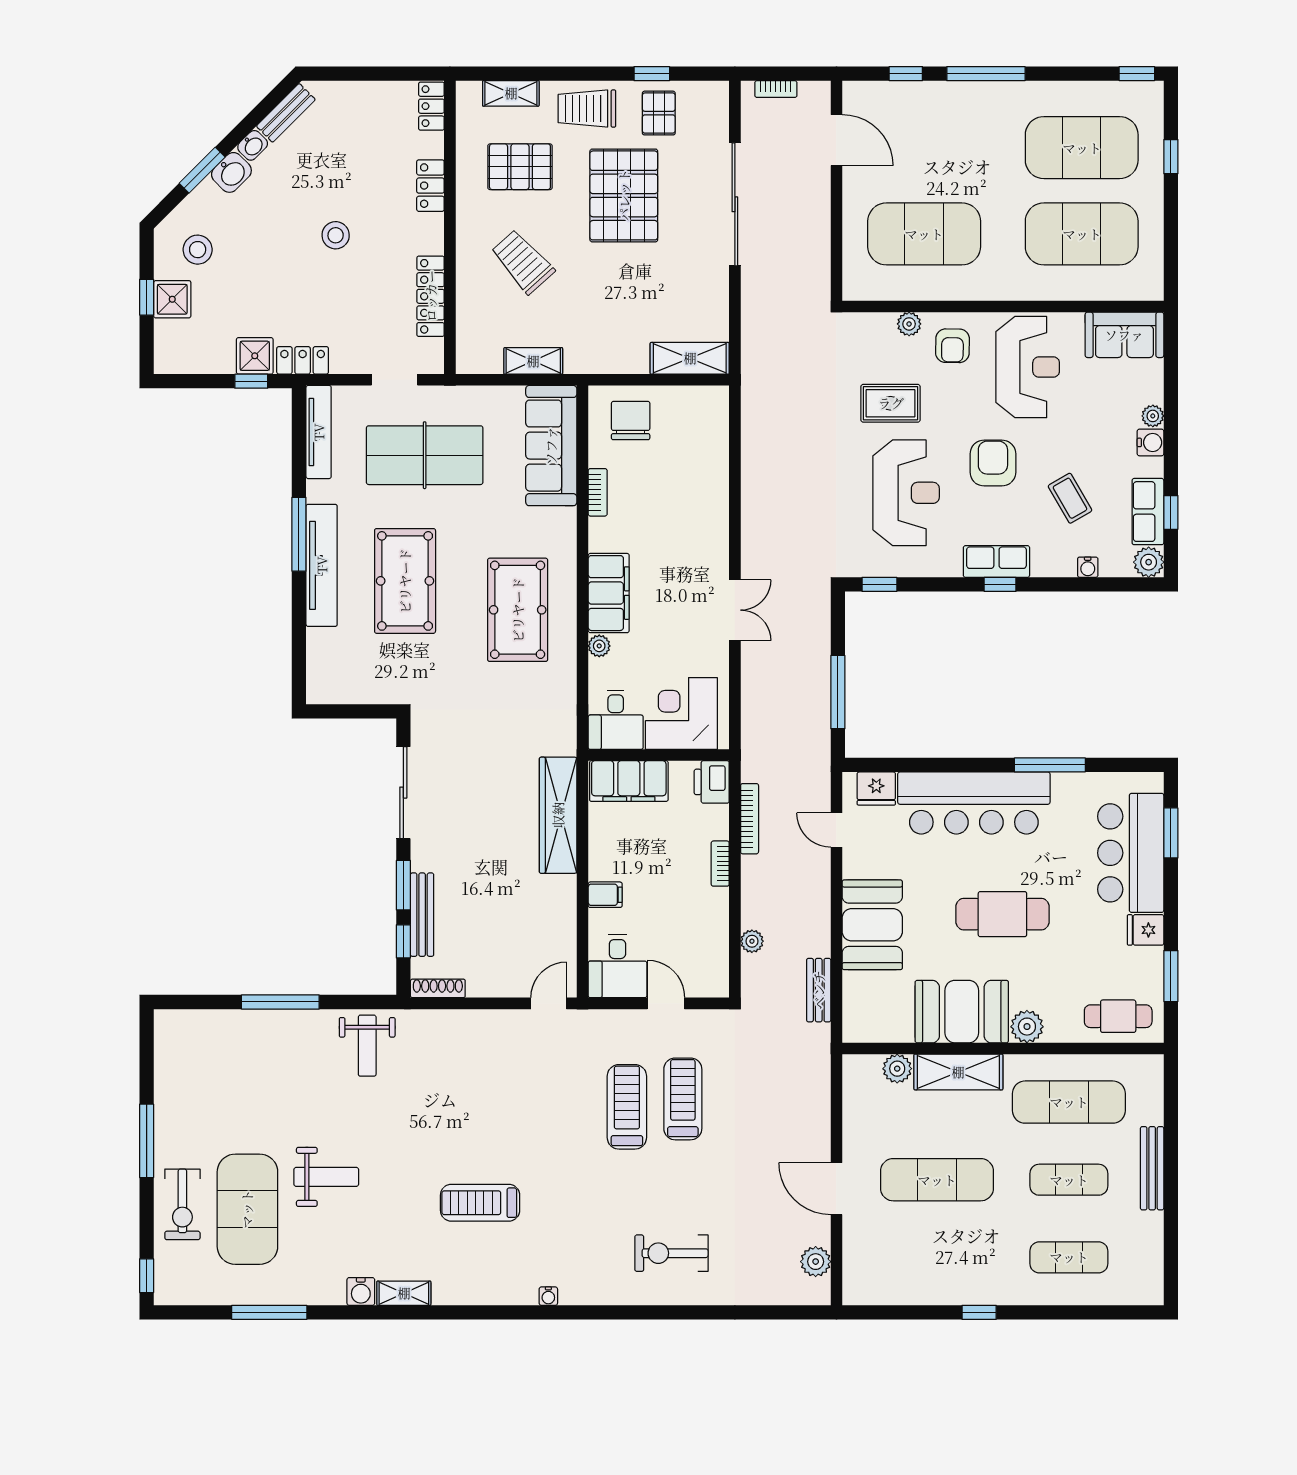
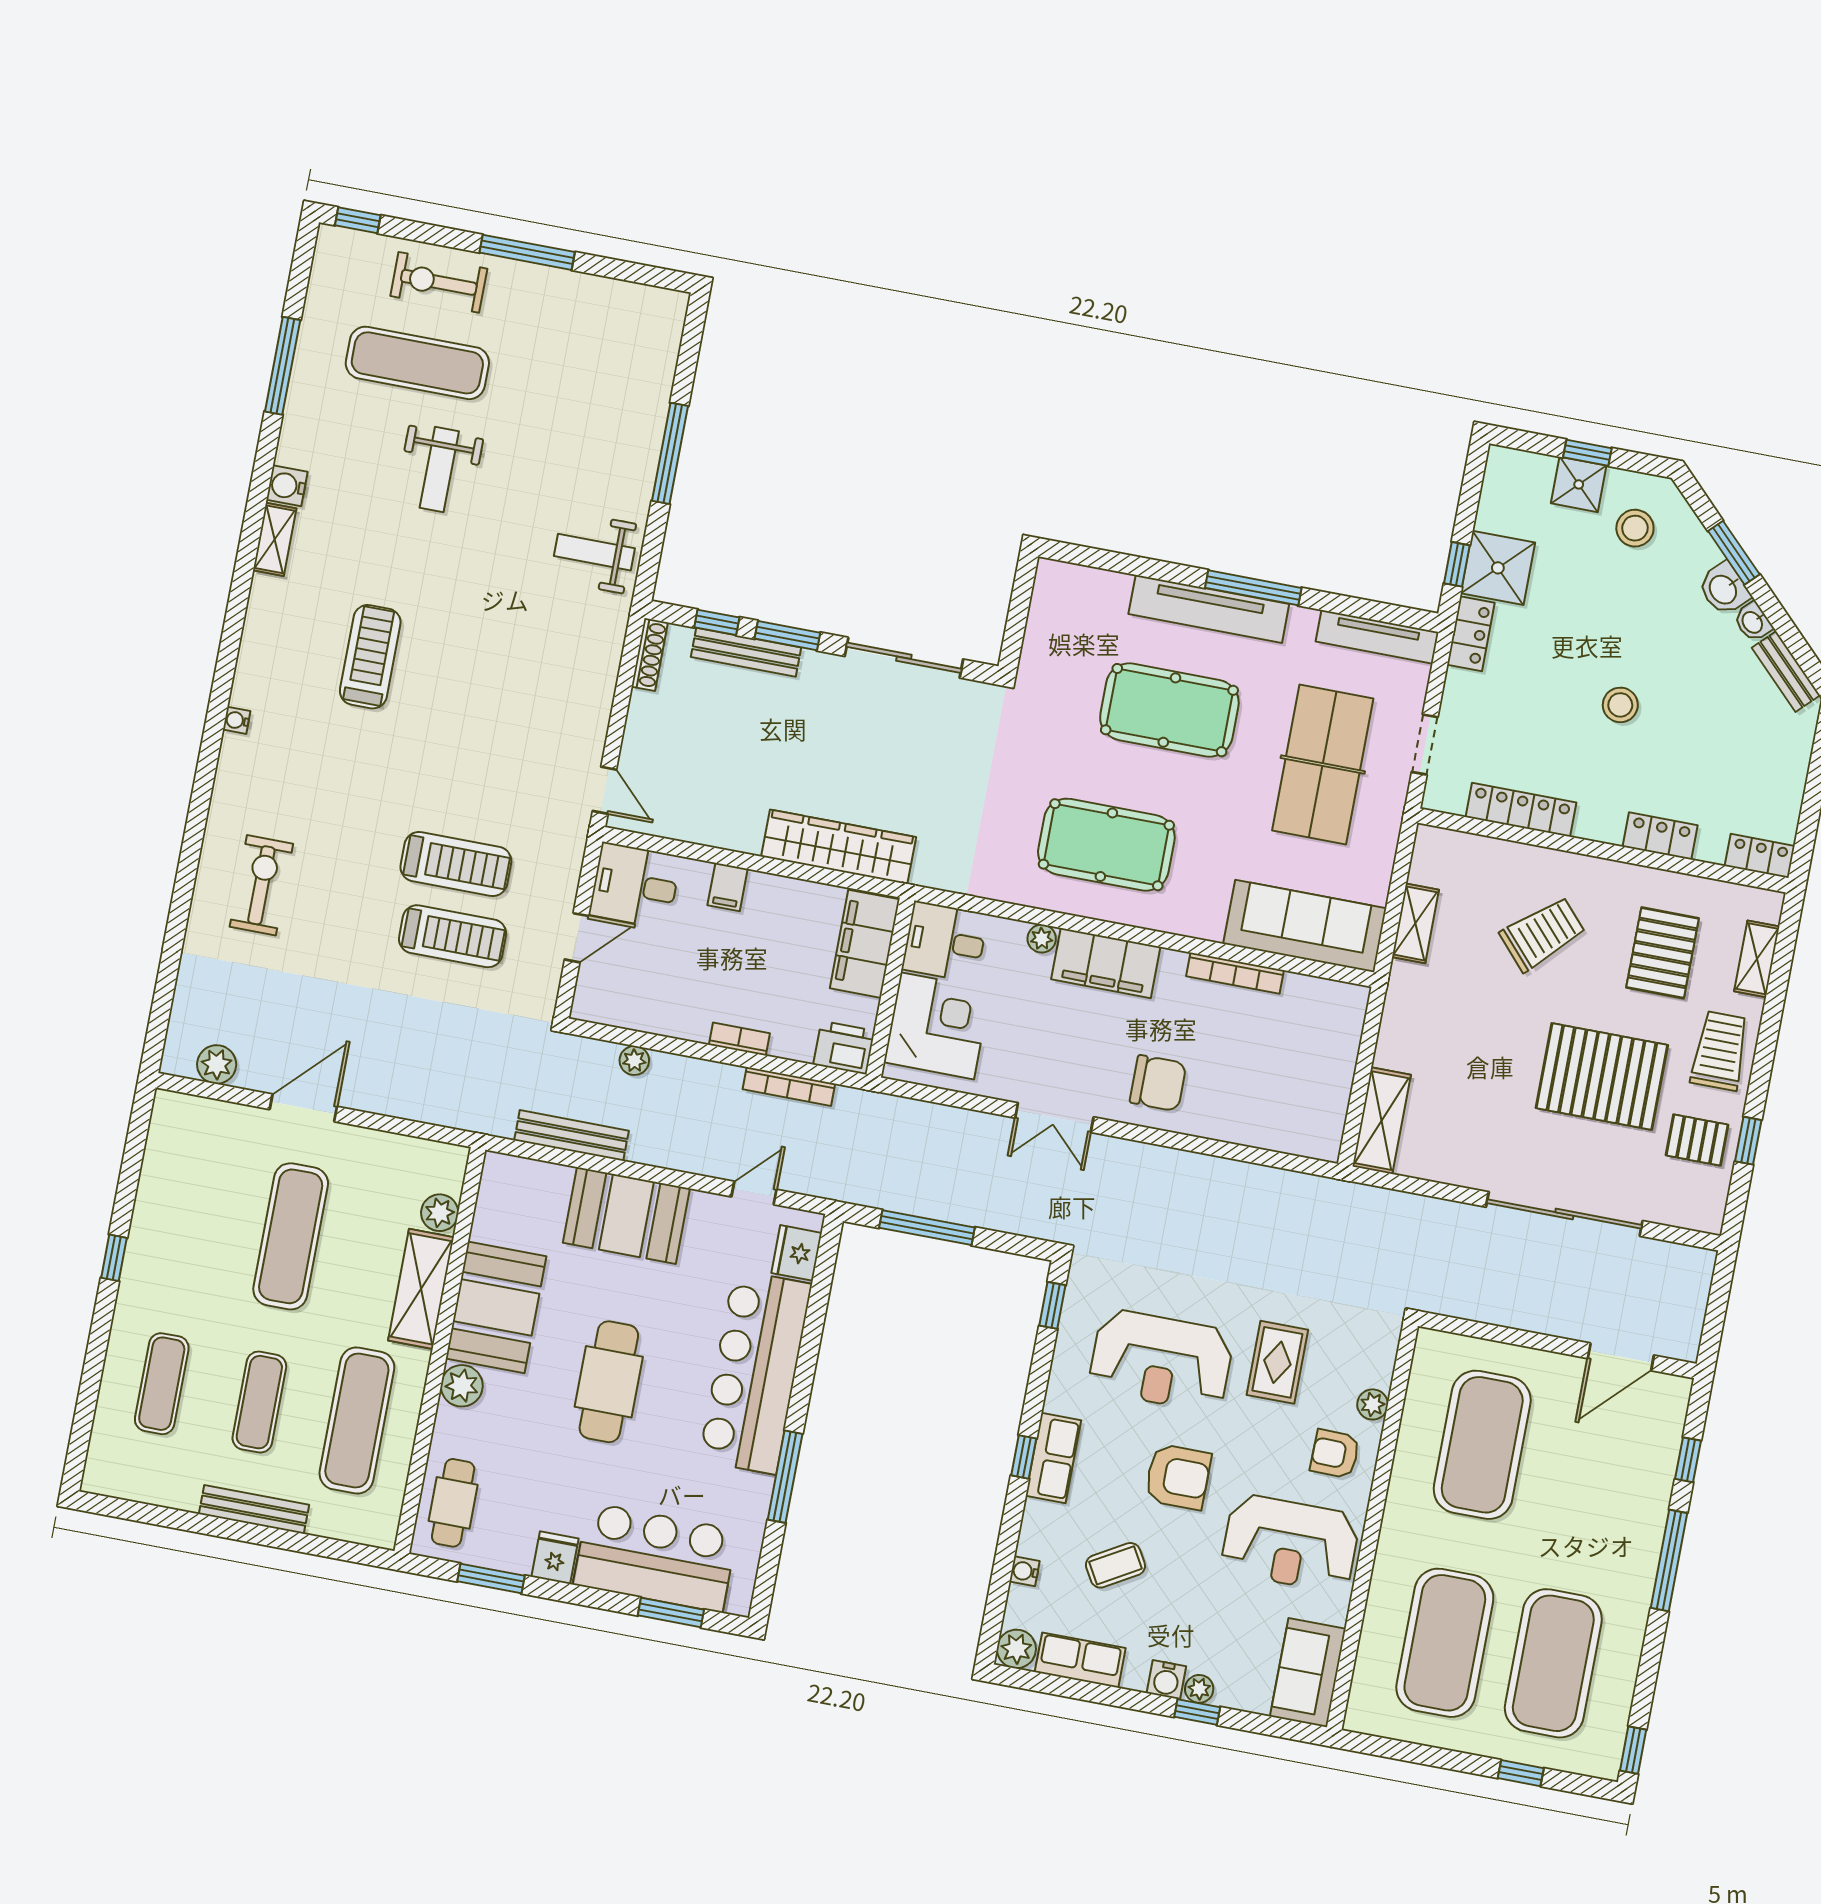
bookcase: (776, 89) -> (1699, 1293), removed
shower: (255, 356) -> (1498, 568), width x1.36, depth x1.36
chair: (631, 421) -> (1158, 1083), moved
bookcase: (598, 492) -> (1235, 973), width x1.56
window: (1171, 512) -> (1197, 1712), moved
bench: (819, 990) -> (572, 1135), width x1.36
exercise mat: (247, 1209) -> (417, 363), width x0.68

